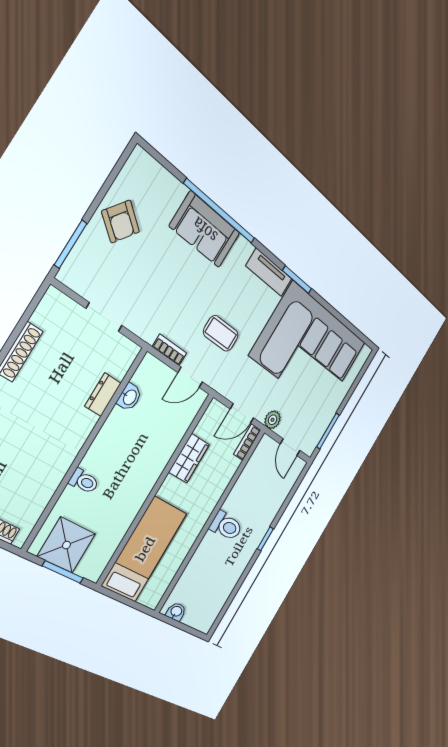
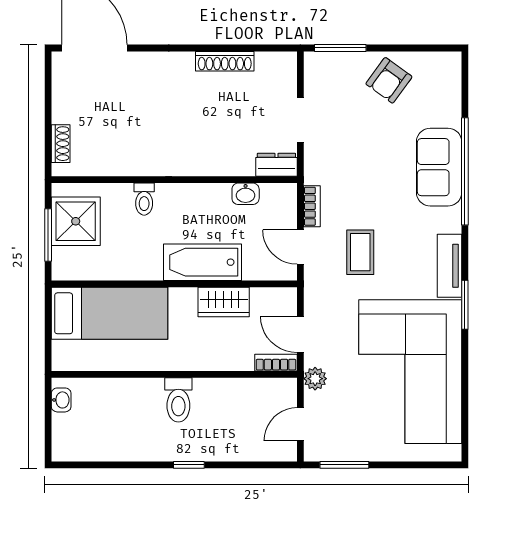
dresser: (103, 395) -> (276, 165), moved
bathtub: (154, 459) -> (203, 262), added

